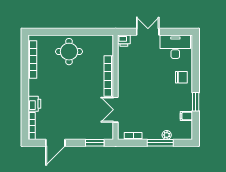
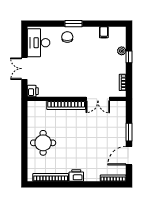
window: (196, 102) -> (74, 24), moved
printer: (34, 104) -> (76, 175), moved
door: (55, 143) -> (129, 156), swing flipped
window: (95, 143) -> (129, 132), moved
window: (160, 143) -> (129, 57), width x0.46

